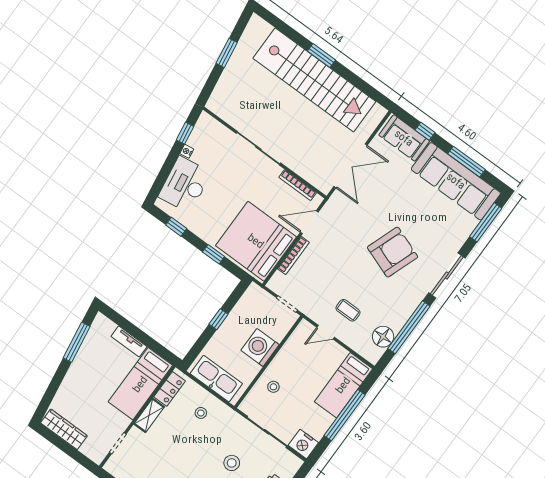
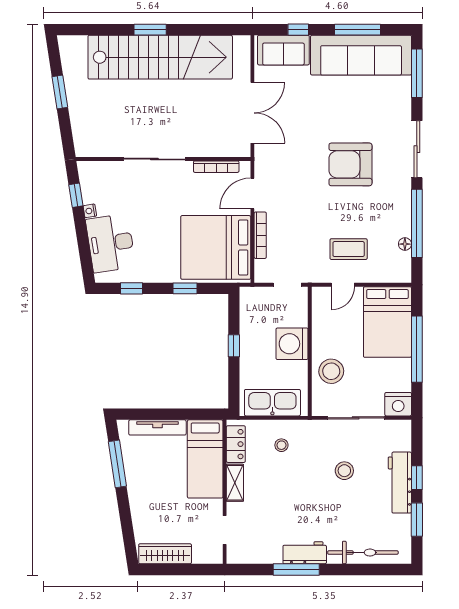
armchair: (393, 252) -> (350, 164), turned -110
coffee table: (348, 310) -> (349, 249), width x1.36, depth x1.30
floor lamp: (383, 337) -> (405, 244), width x0.53, depth x0.53
tv unit: (129, 341) -> (157, 427), width x1.41
bed: (343, 385) -> (387, 322), width x1.50
stool: (273, 387) -> (331, 371), width x1.89, depth x1.89

